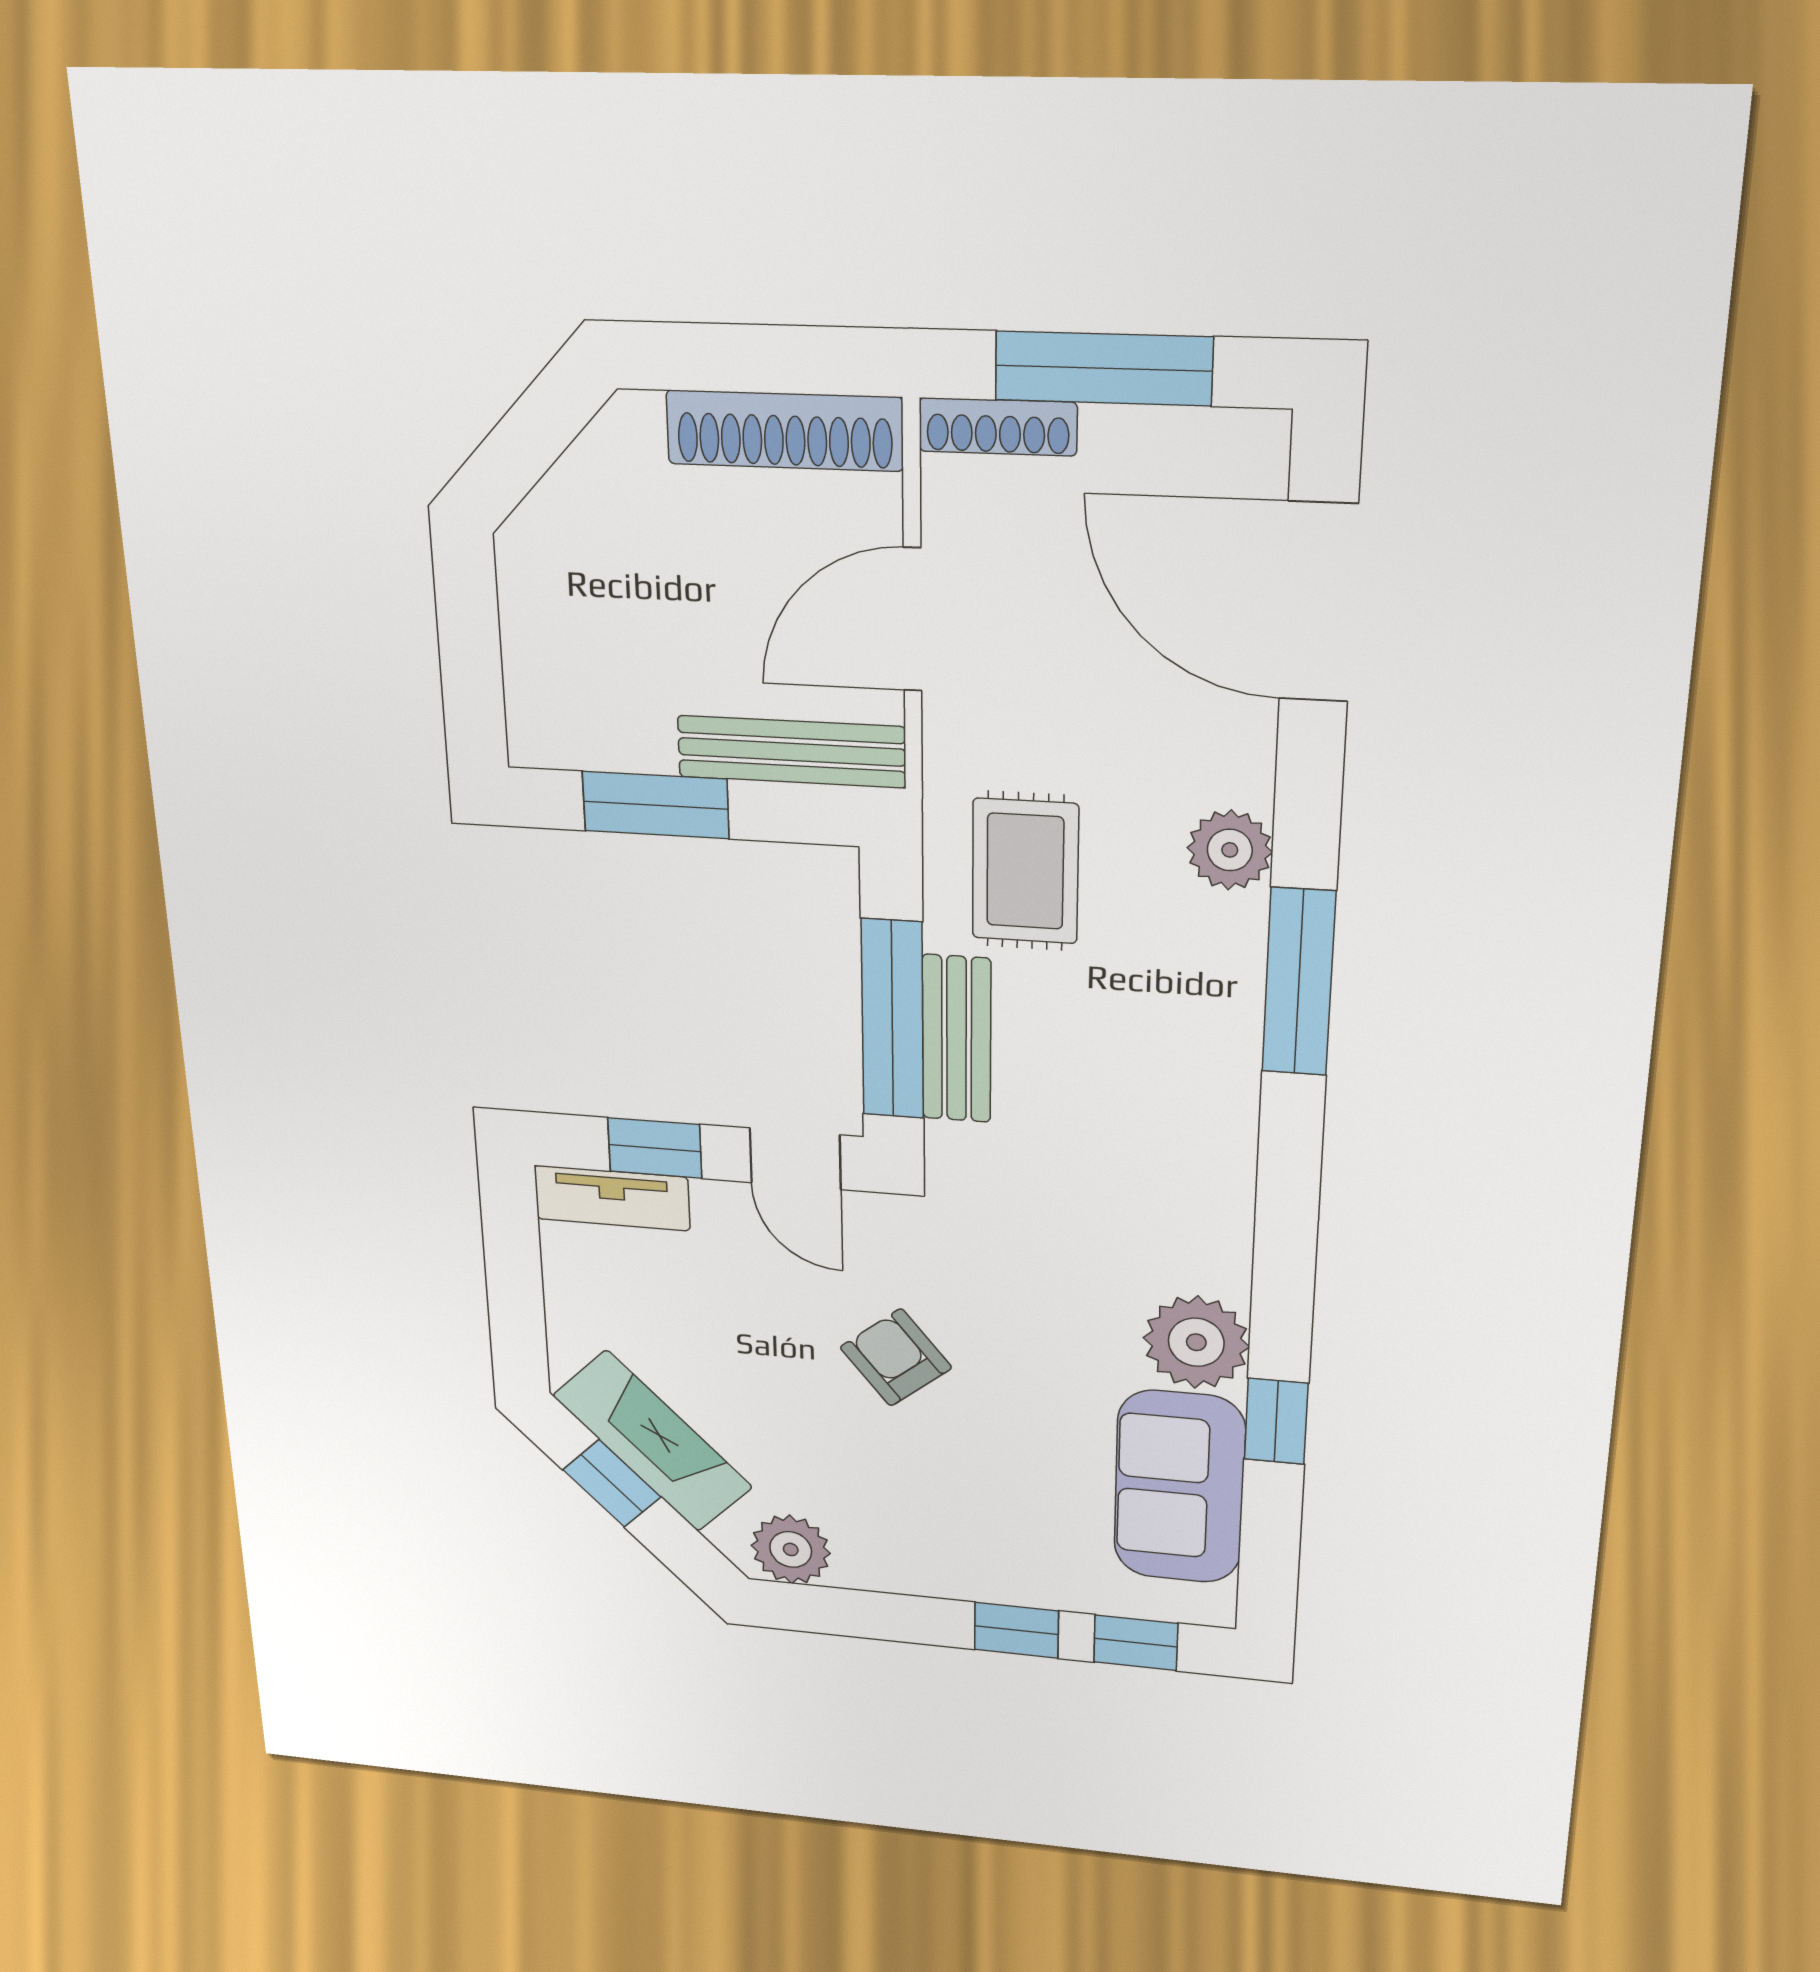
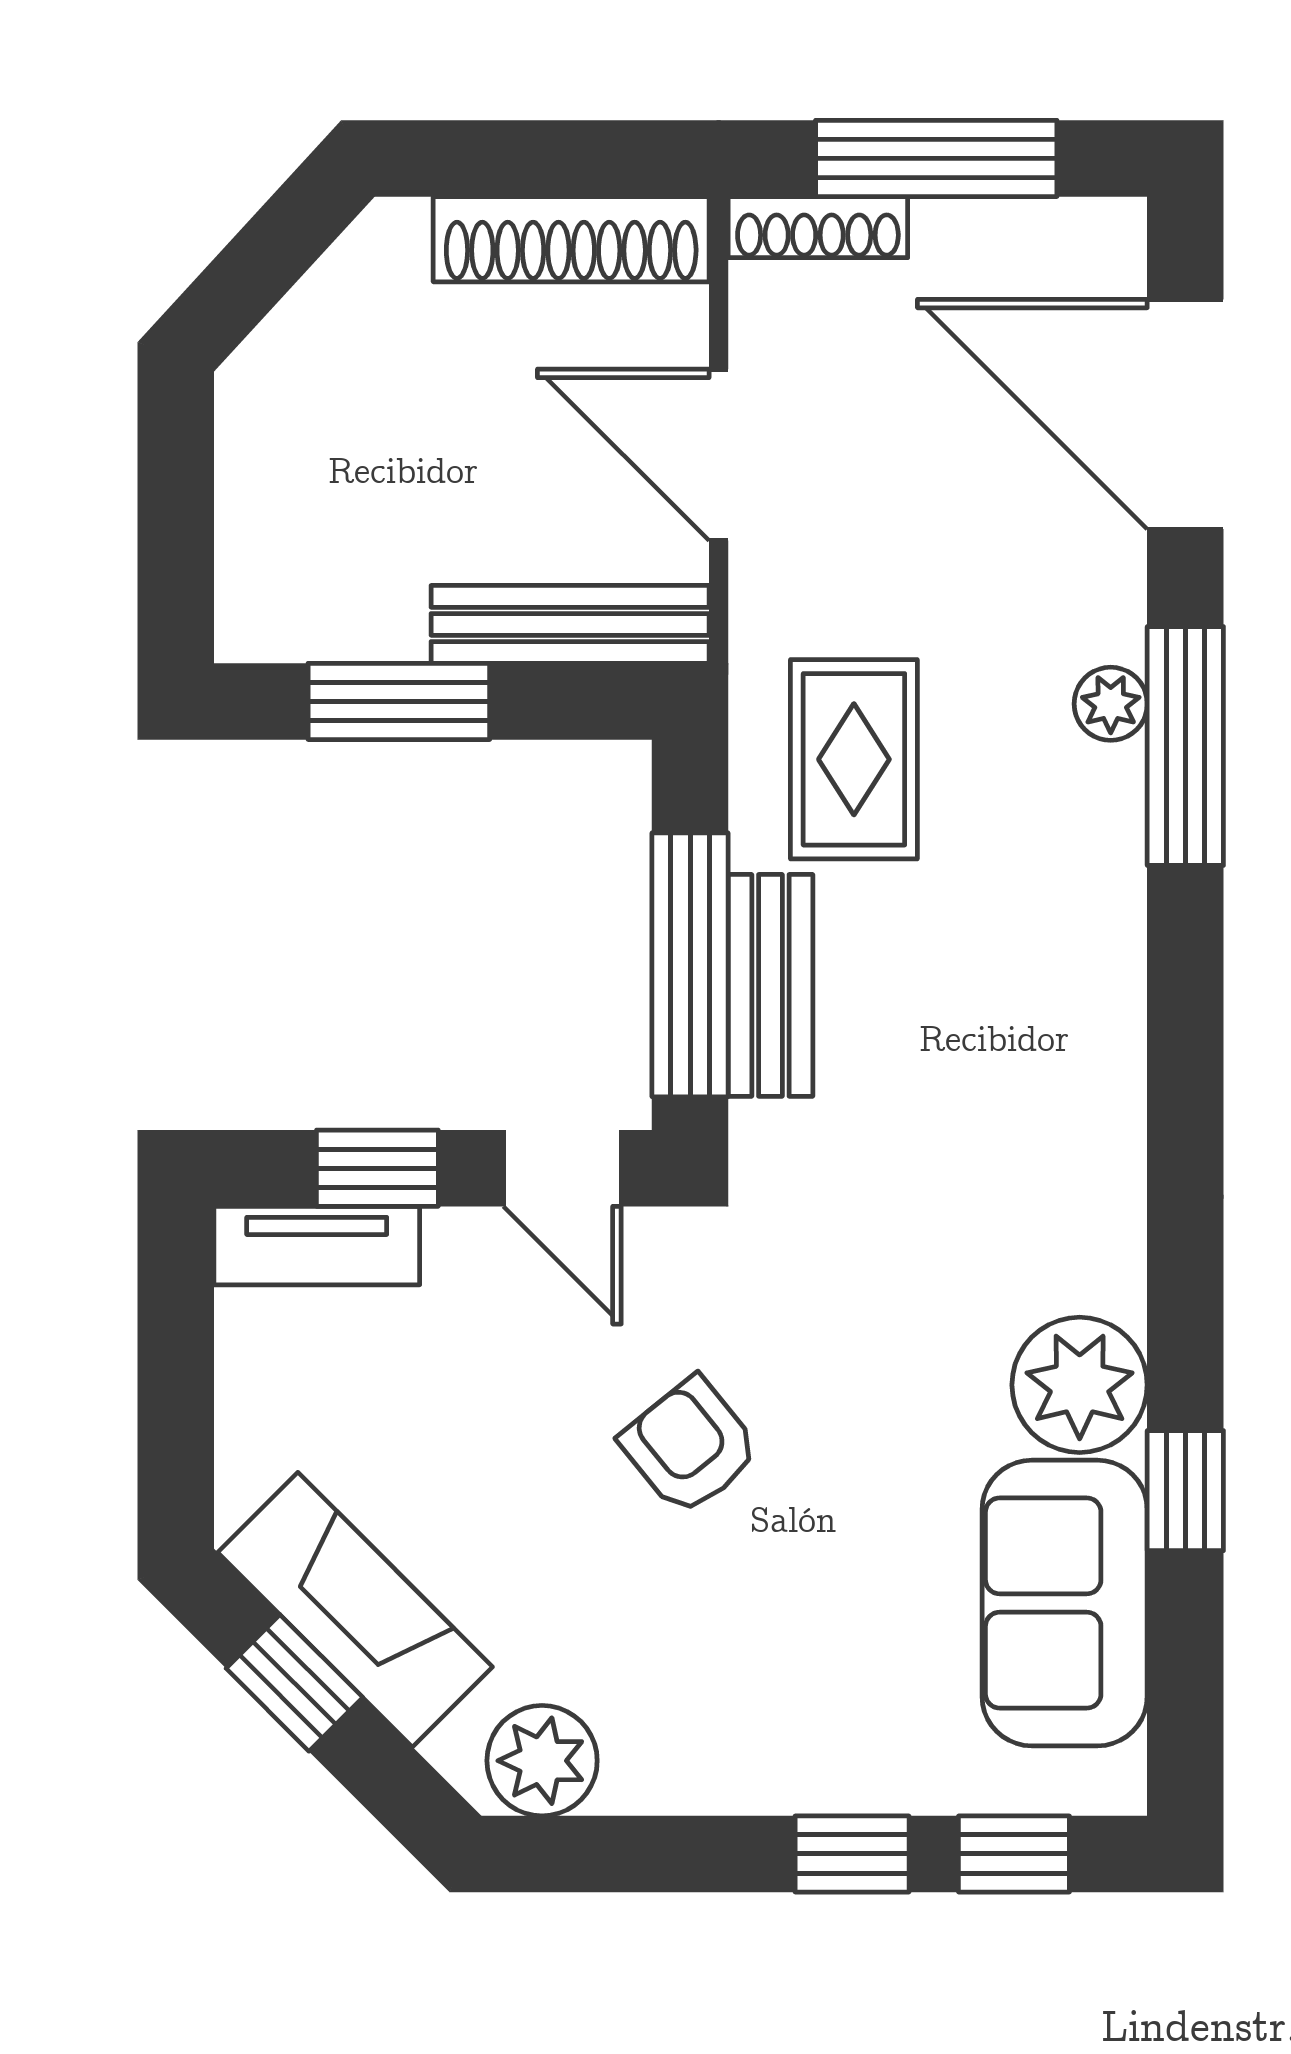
door: (913, 620) -> (719, 455), hinge flipped
plant: (1230, 850) -> (1111, 704), width x0.73, depth x0.73
window: (1299, 982) -> (1185, 746), moved

